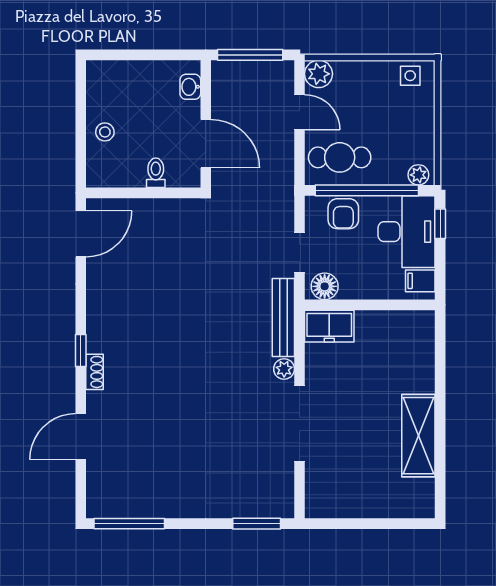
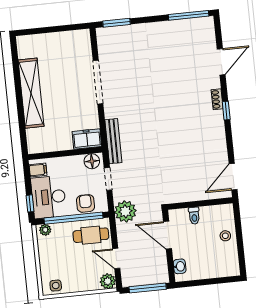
plant: (284, 369) -> (125, 211), moved, width x1.88, depth x1.88
shelving: (418, 436) -> (31, 93), width x1.47

